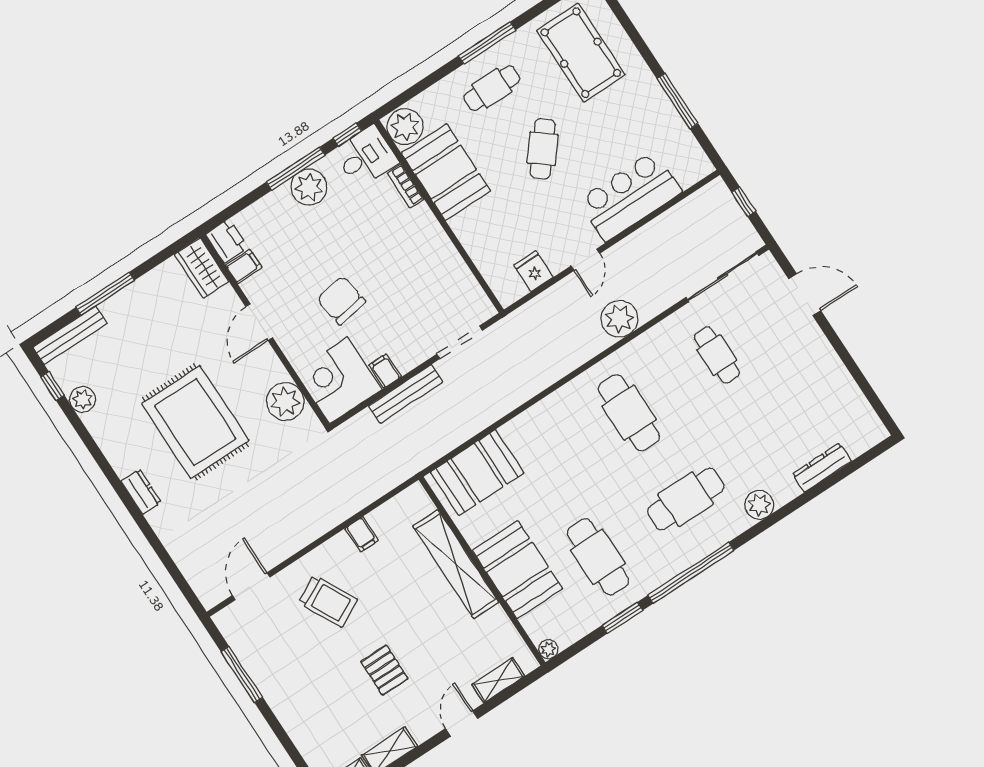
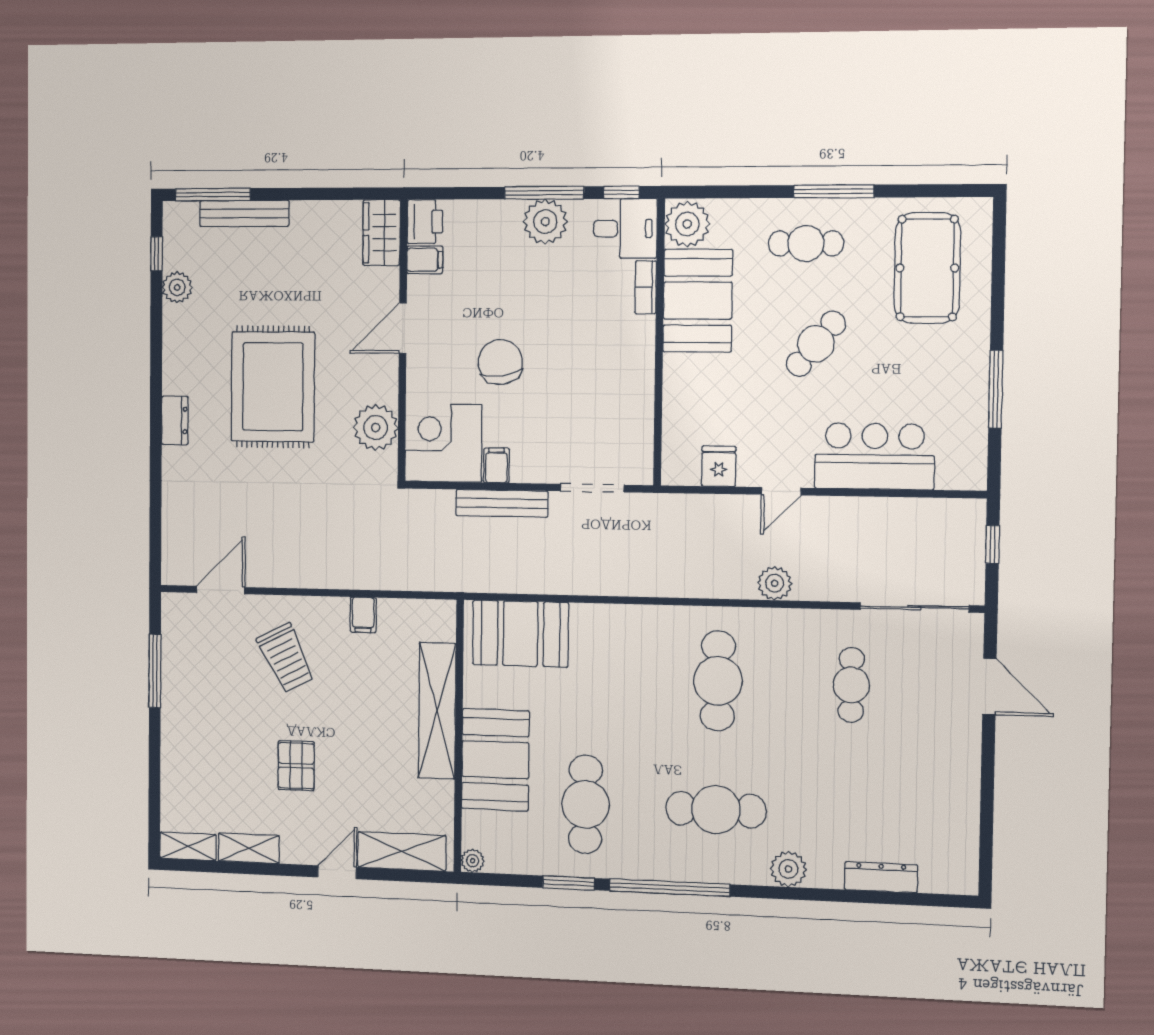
window: (105, 294) -> (213, 195), moved
plant: (619, 319) -> (775, 583), width x0.73, depth x0.73
bench: (70, 335) -> (244, 213), moved
shelving: (498, 680) -> (402, 851), width x1.50, depth x1.33

